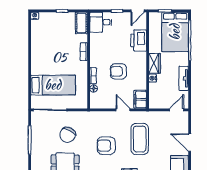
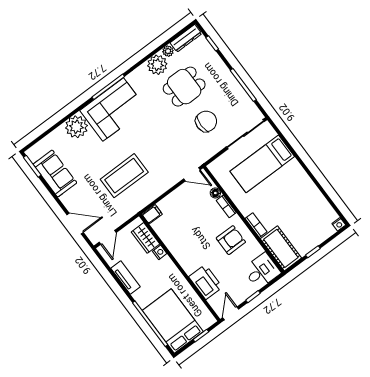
cot: (81, 23) -> (281, 248), width x1.37, depth x1.34
wardrobe: (155, 63) -> (145, 238), moved
armchair: (118, 71) -> (231, 240), moved
filing cabinet: (140, 99) -> (152, 214), width x0.50
door: (123, 110) -> (192, 174), moved
chair: (67, 135) -> (206, 121), turned 63
coffee table: (140, 139) -> (124, 176), turned 90
door: (190, 143) -> (75, 223), moved
armchair: (106, 146) -> (155, 141), removed

